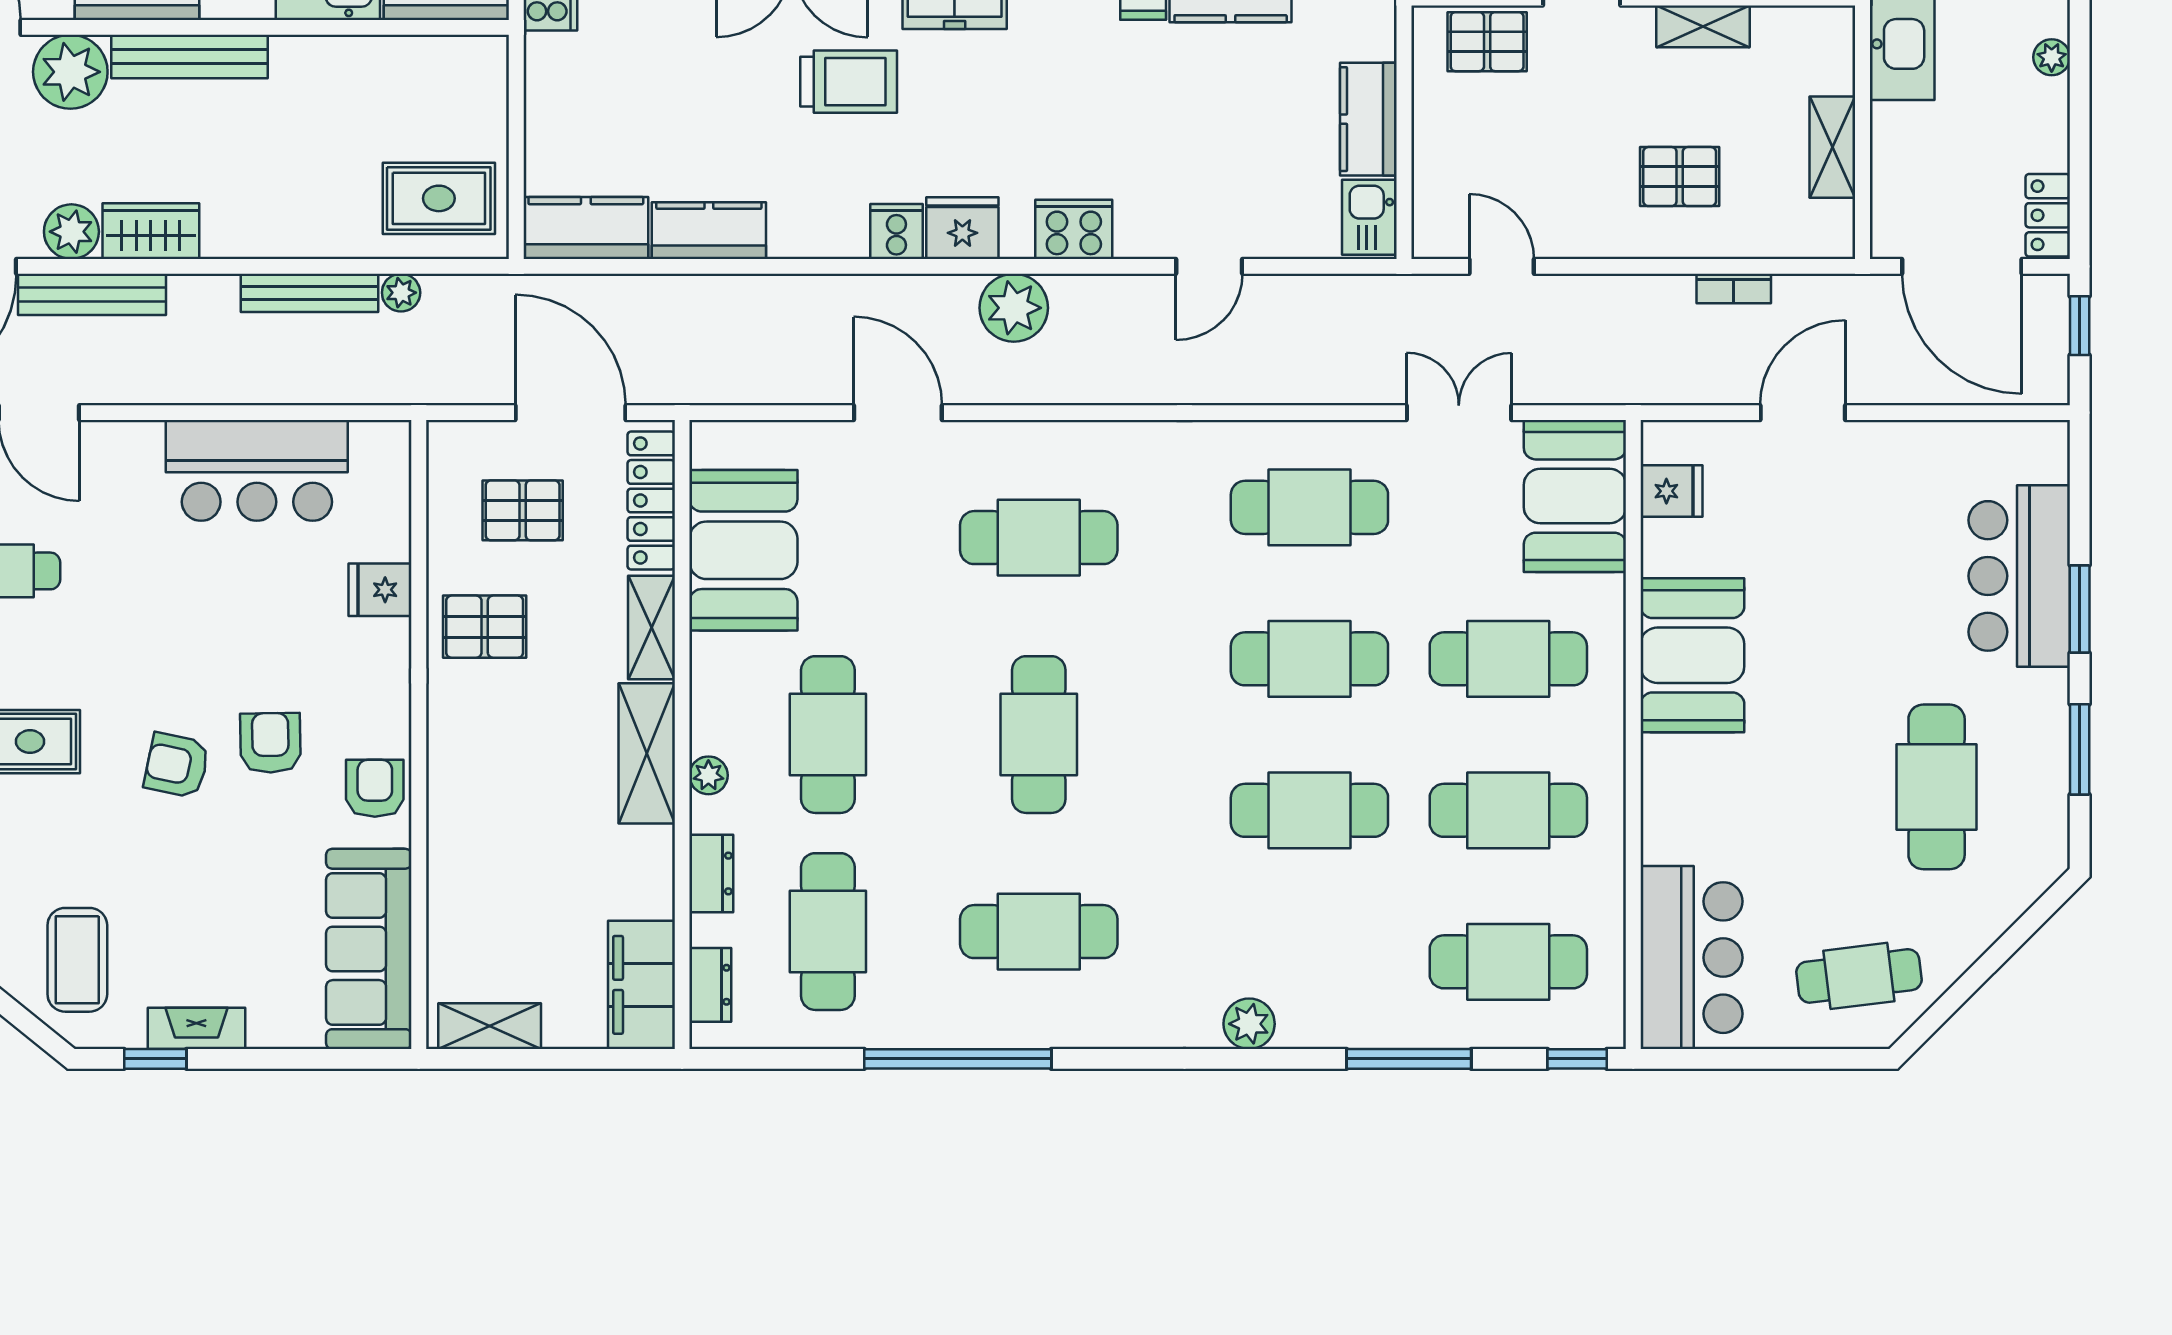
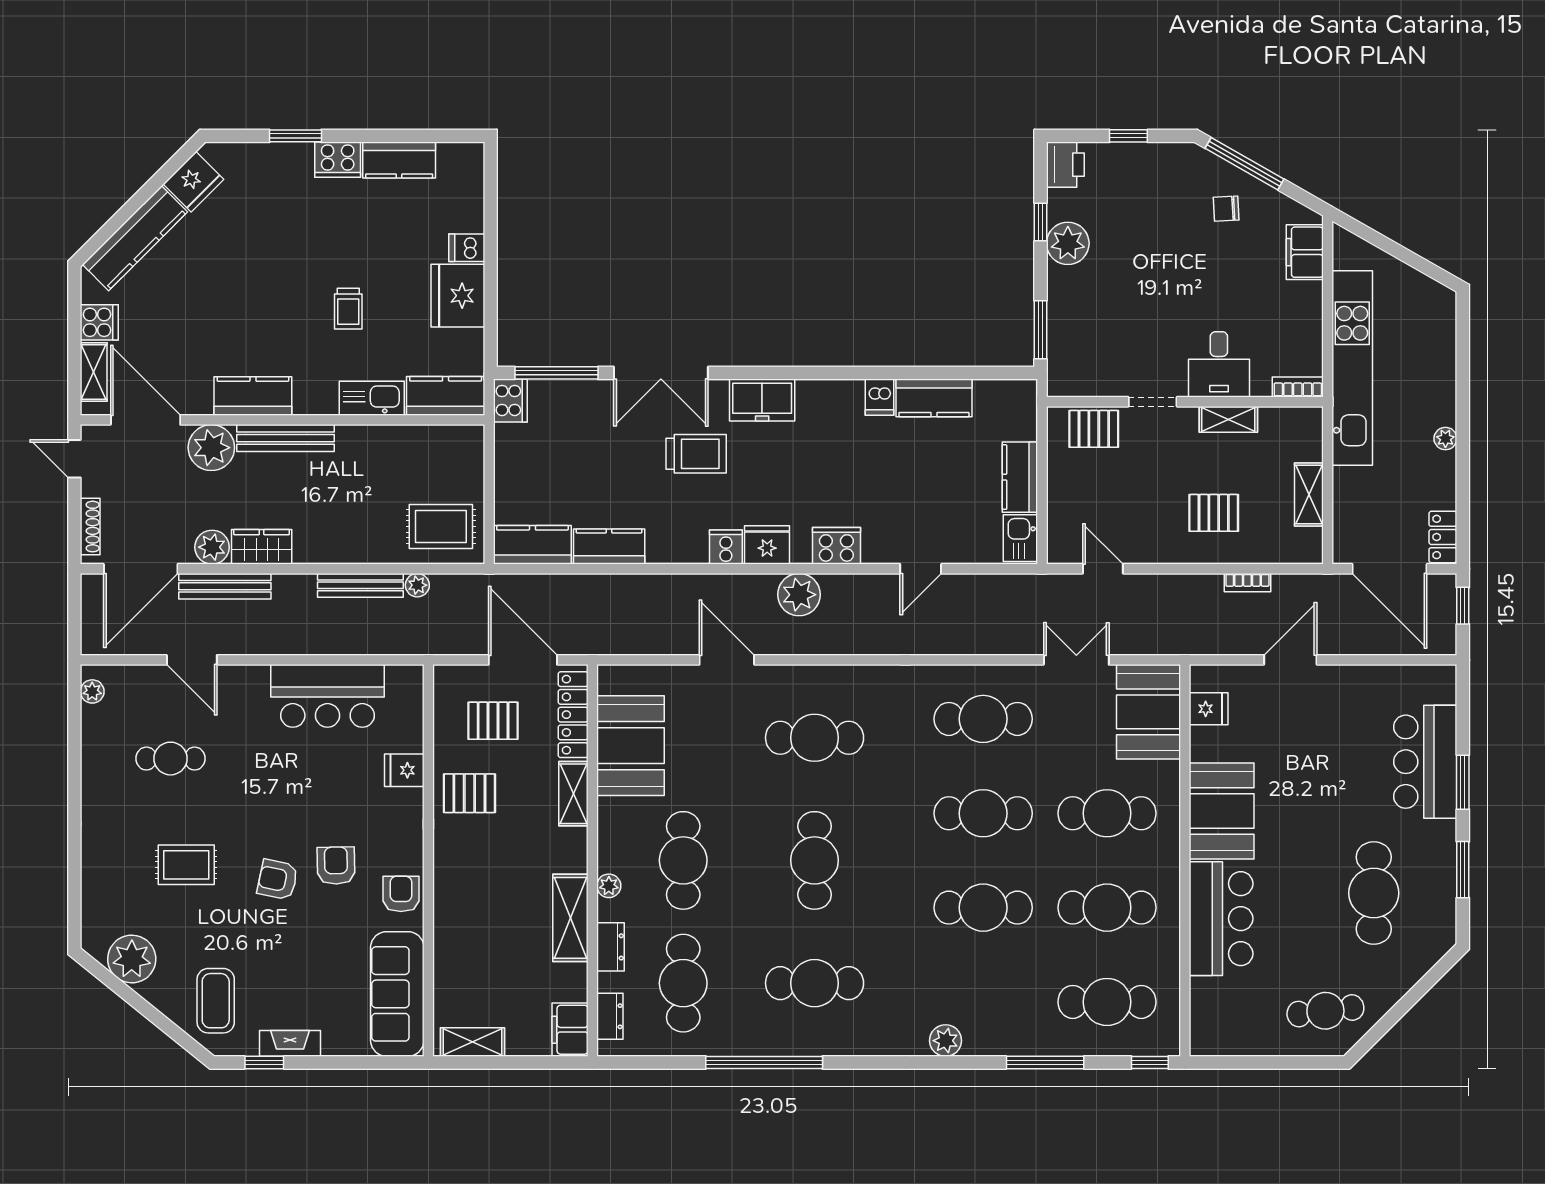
shelving: (647, 753) -> (570, 918), moved
bar counter: (1691, 958) -> (1221, 919), moved
filing cabinet: (641, 985) -> (570, 1030), width x0.67, depth x0.86

